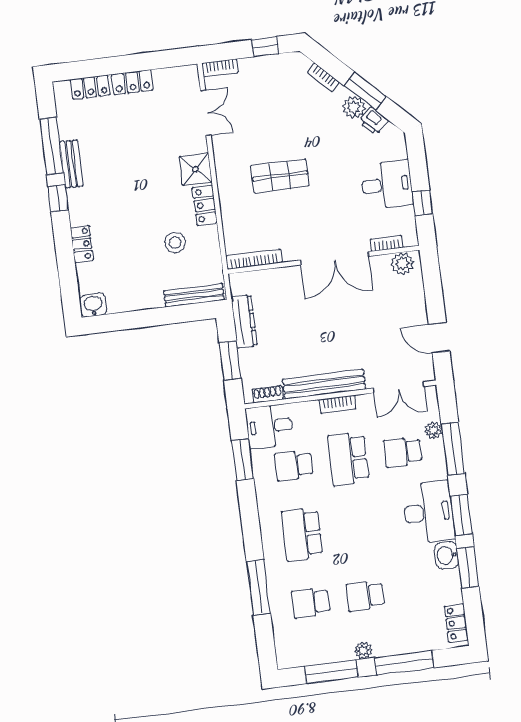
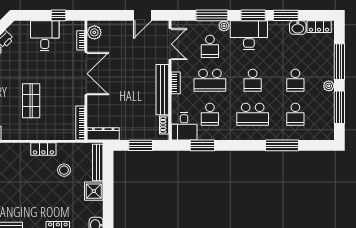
shower: (196, 169) -> (94, 191), moved
dresser: (244, 321) -> (103, 134), moved
plant: (433, 430) -> (224, 26), moved
school desk: (357, 527) -> (253, 80), added
washbasin: (446, 555) -> (298, 28), moved

